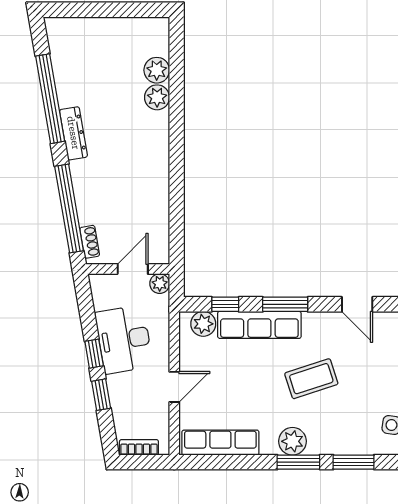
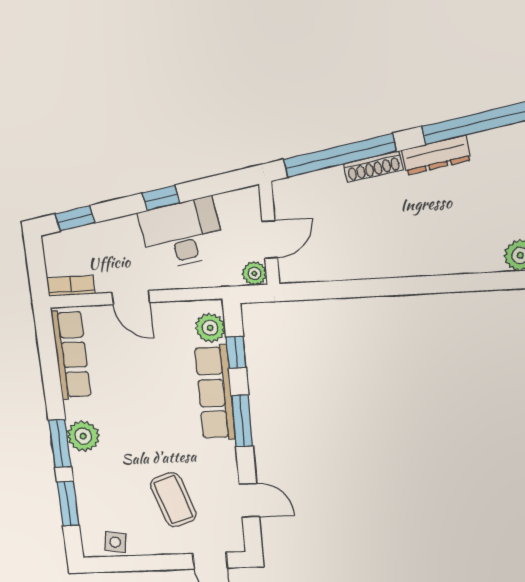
plant: (157, 97) -> (486, 258), removed
shoe rack: (90, 242) -> (373, 167), moved, width x1.43
door: (133, 269) -> (270, 240), hinge flipped
door: (357, 304) -> (249, 500), swing flipped
coffee table: (311, 379) -> (173, 500), moved
window: (101, 395) -> (75, 218), moved
bookcase: (139, 447) -> (71, 286), moved, turned -90

